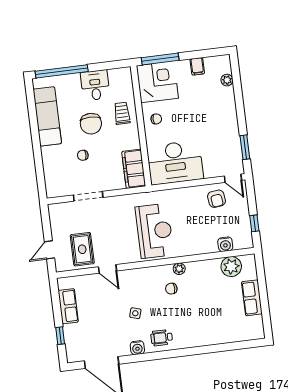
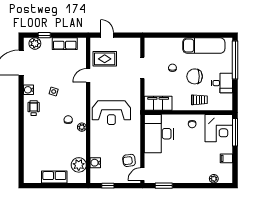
plant: (73, 347) -> (35, 44), added

